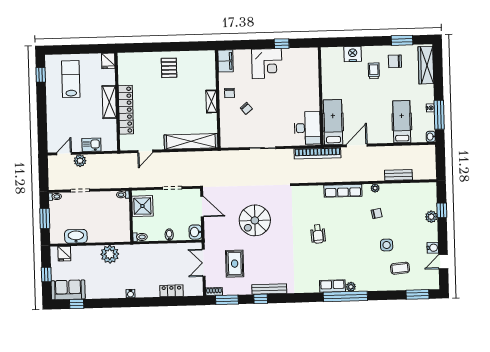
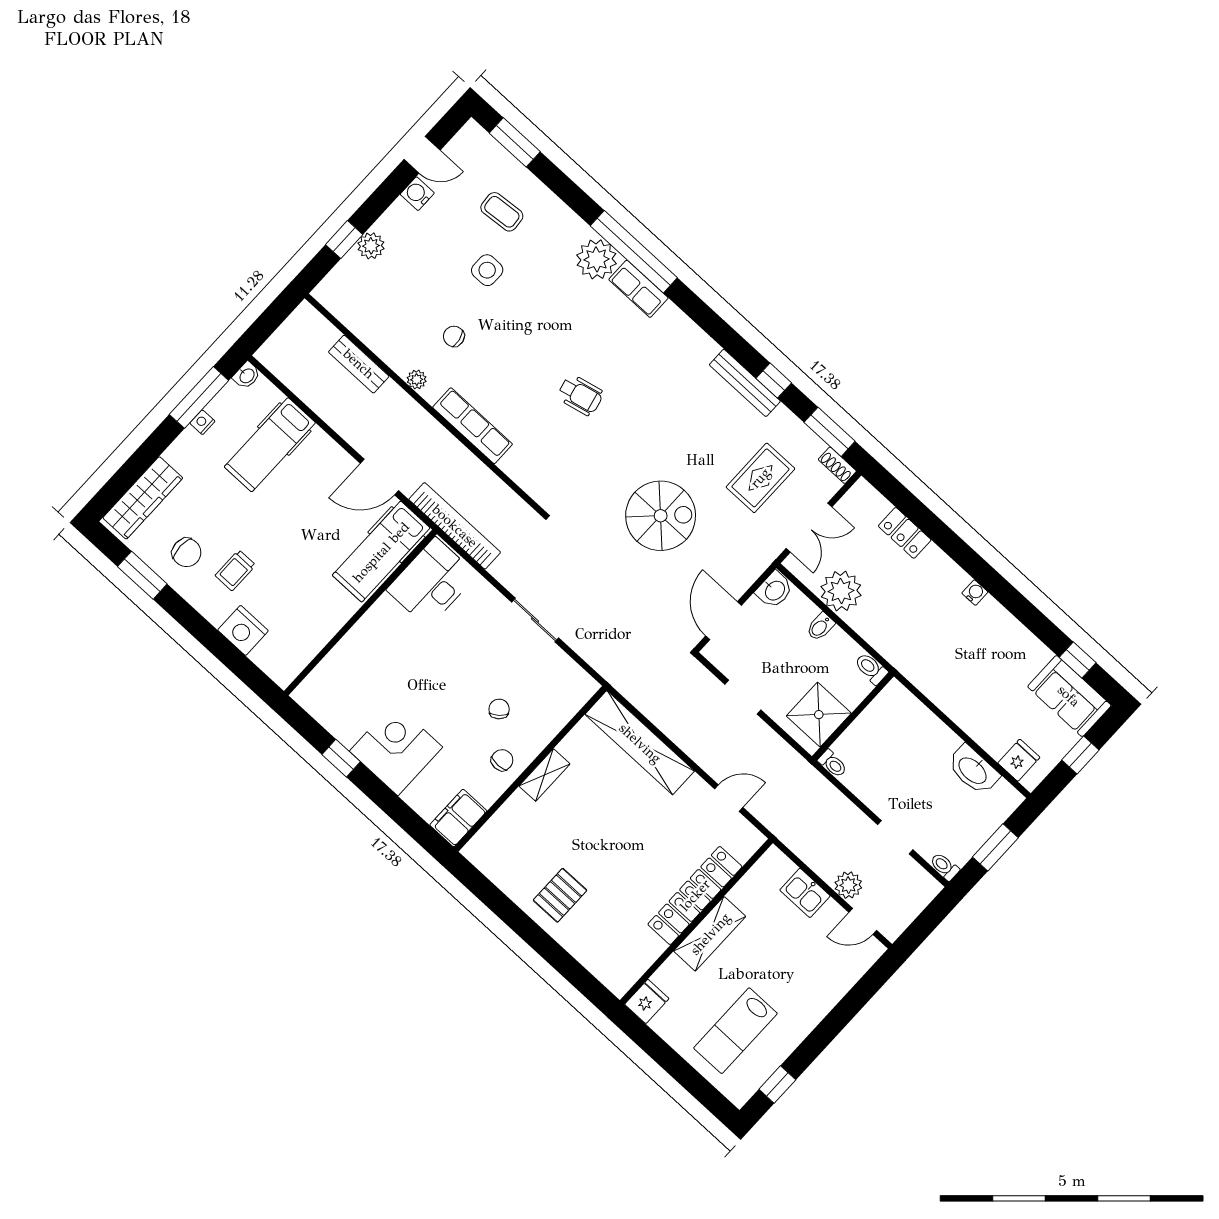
wheelchair: (318, 234) -> (580, 395), turned 81
plant: (110, 254) -> (841, 591), moved
plant: (351, 287) -> (597, 259), width x1.88, depth x1.88

